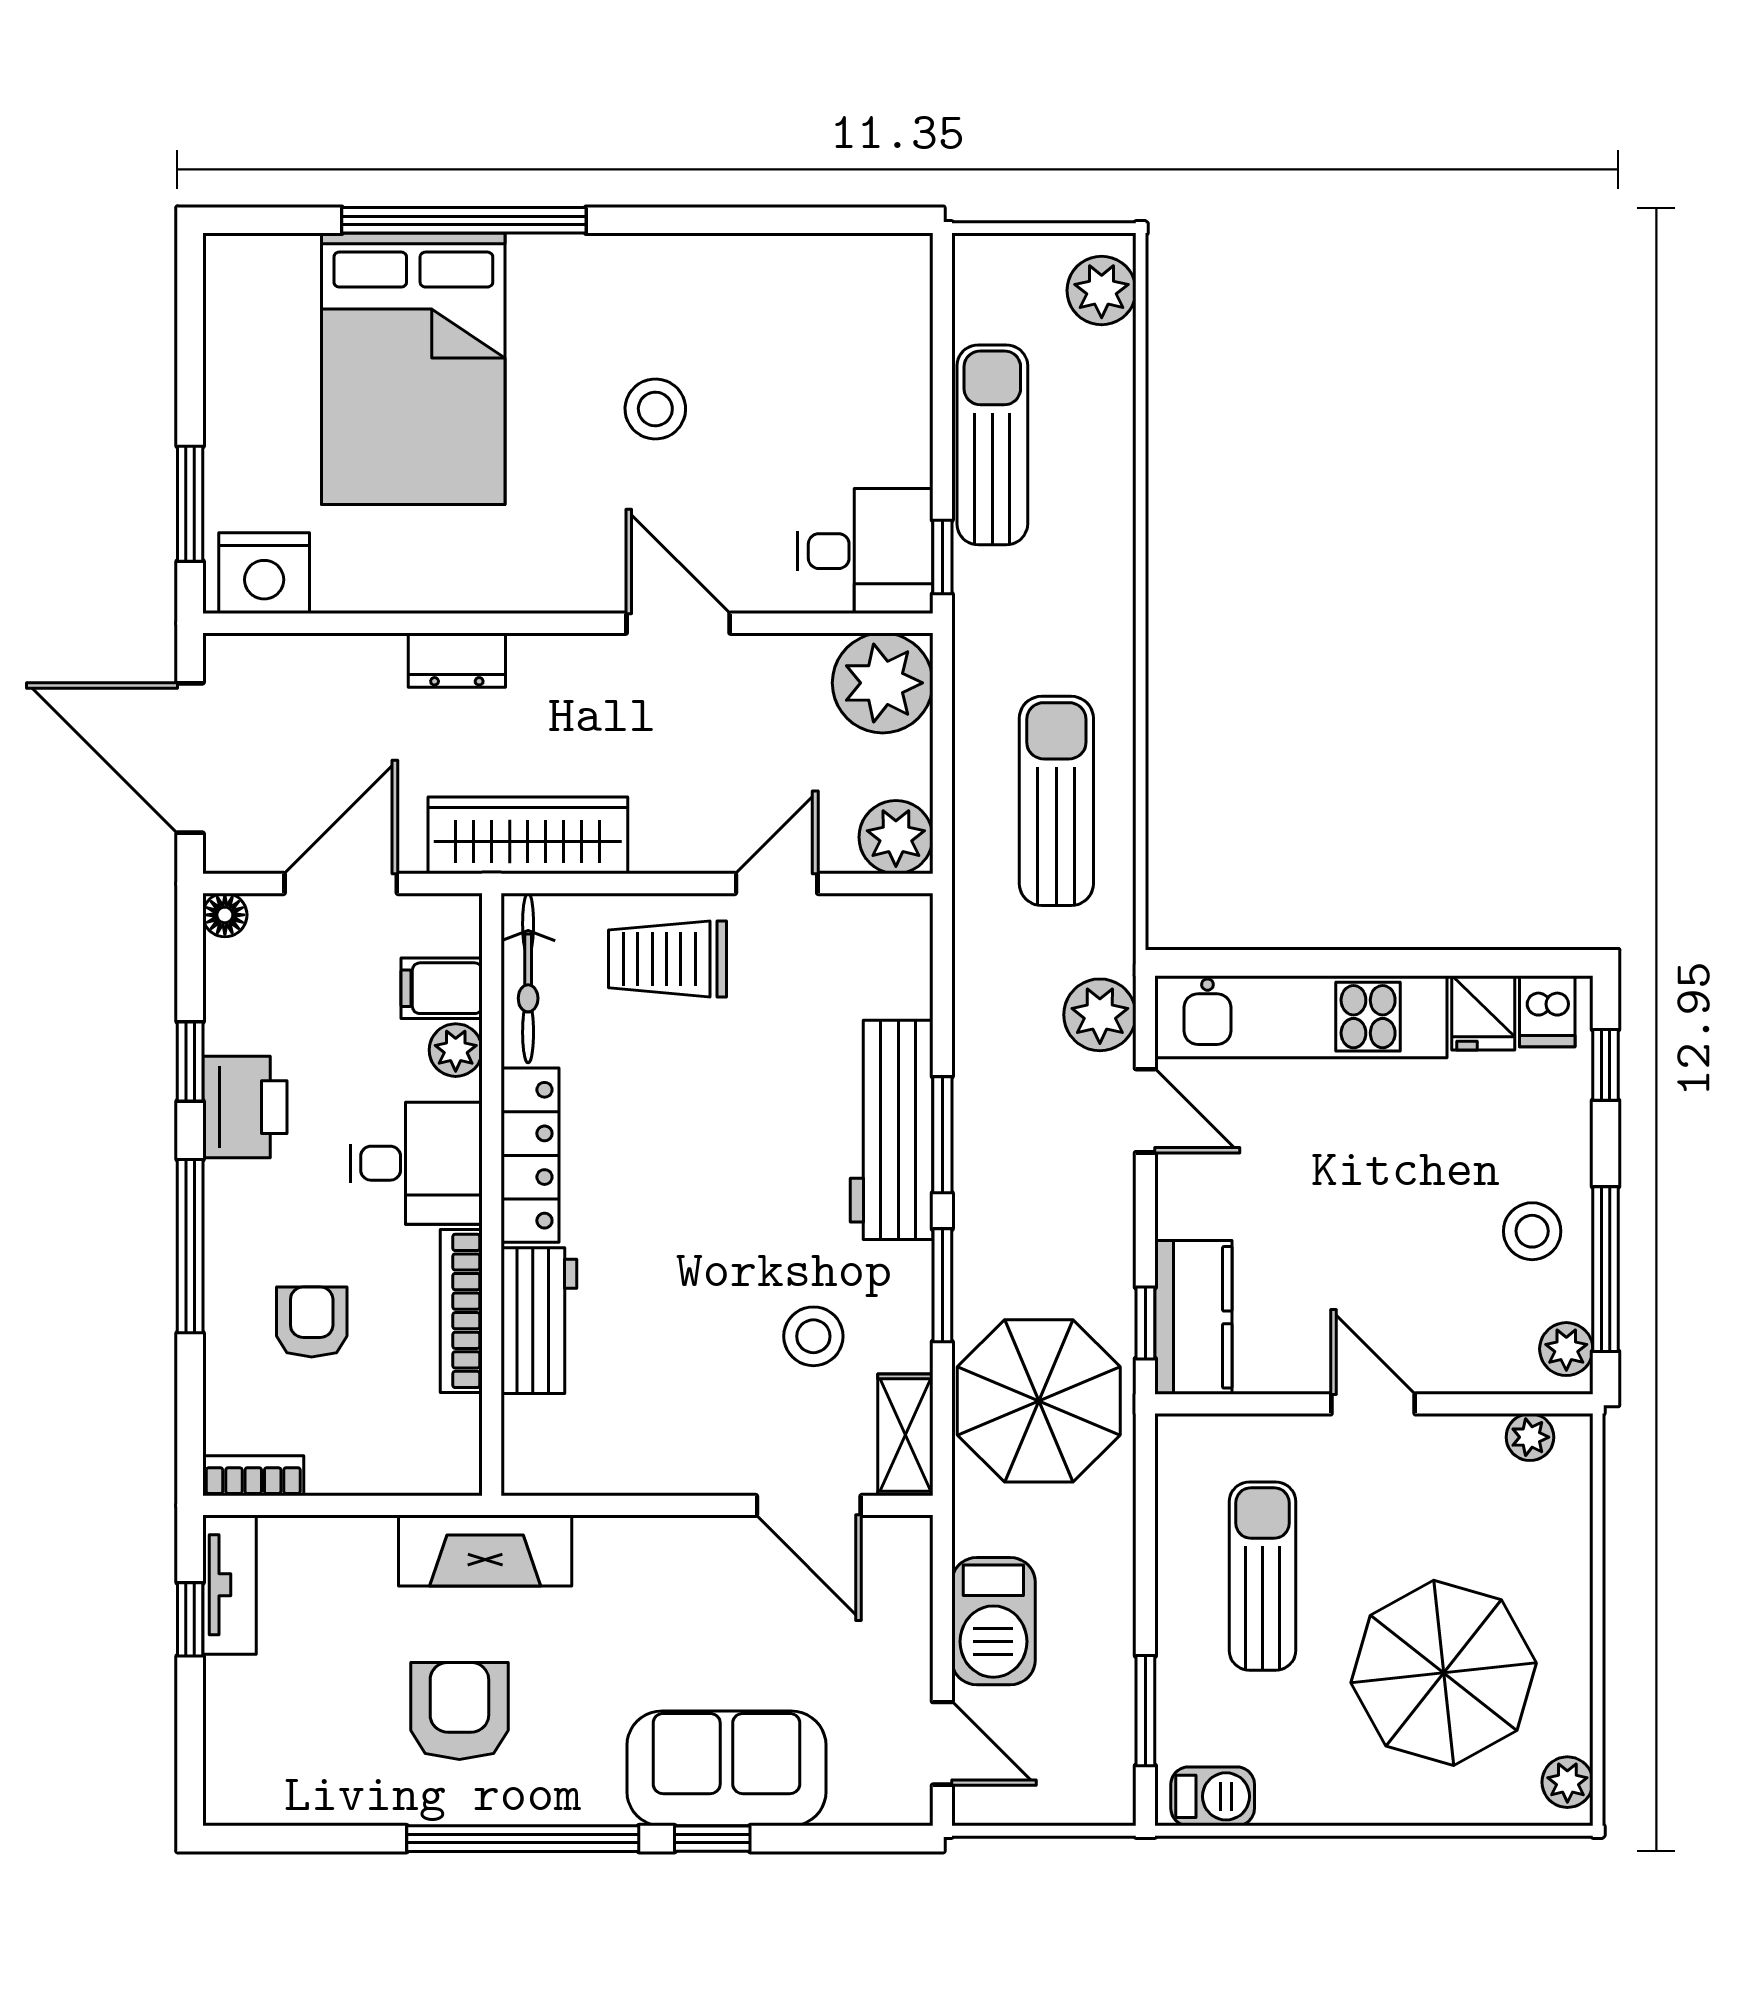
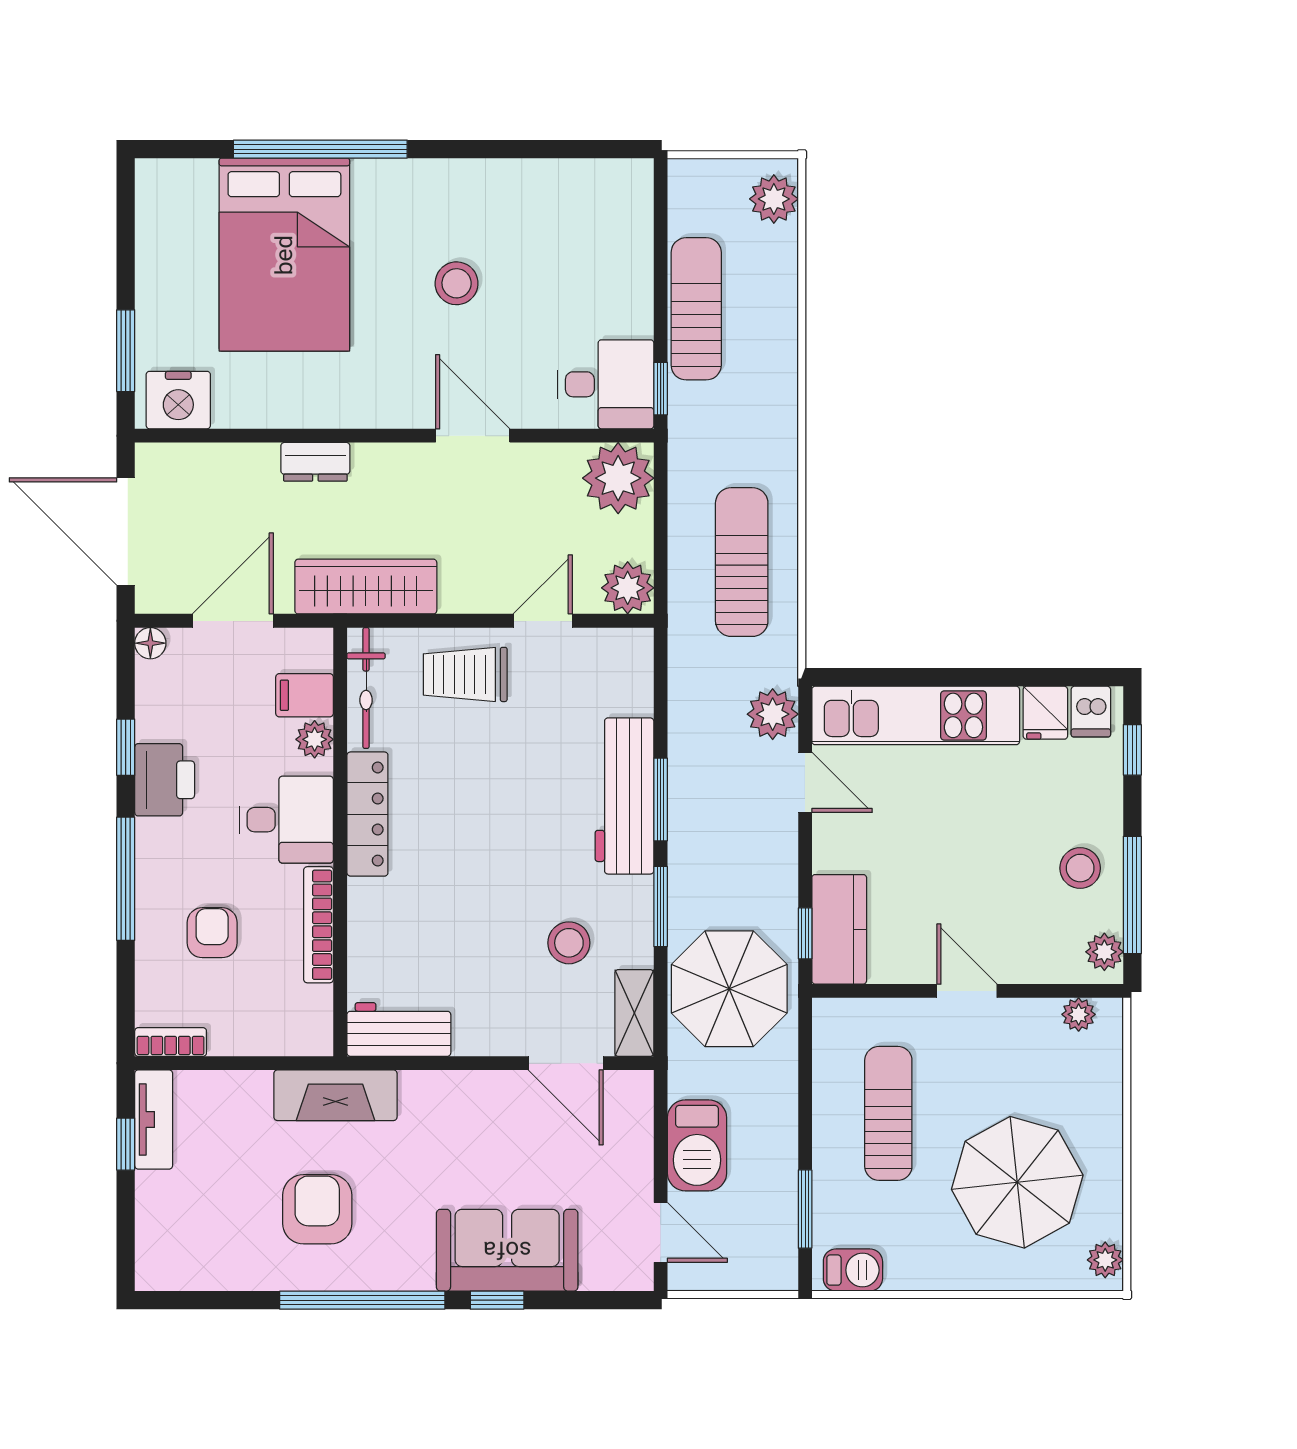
workbench: (539, 1321) -> (399, 1030), moved, turned -90

